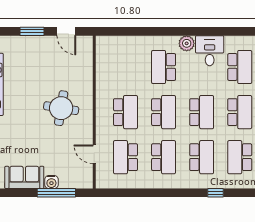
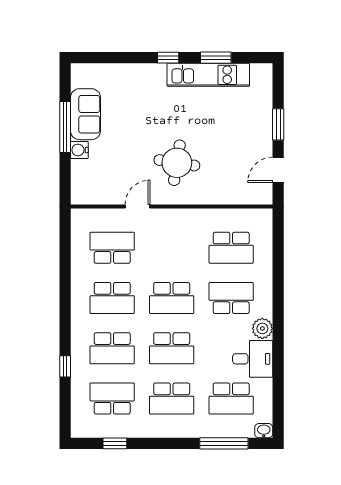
school desk: (125, 112) -> (231, 248), moved
door: (94, 154) -> (138, 206), moved
window: (56, 193) -> (65, 127), moved

